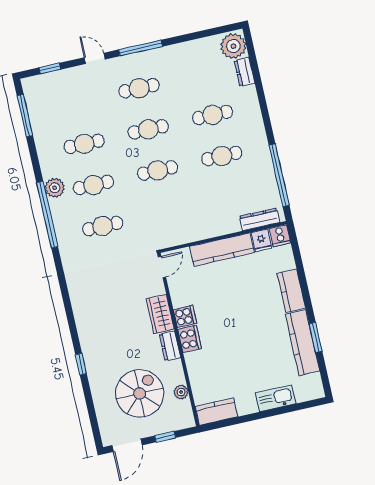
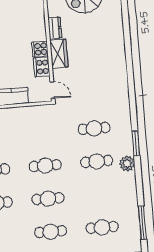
cafe table: (84, 144) -> (102, 227), moved
window: (47, 215) -> (136, 143), width x0.47
door: (162, 267) -> (52, 90), swing flipped
cooker: (190, 339) -> (42, 67), moved
window: (81, 364) -> (126, 23), removed

